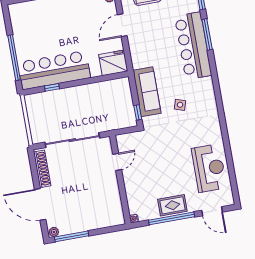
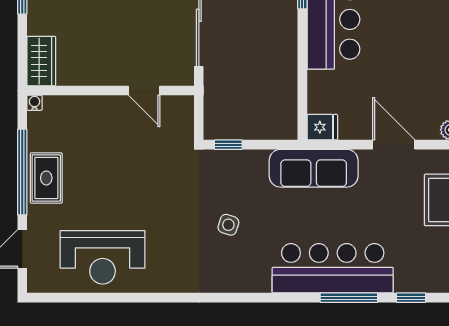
fridge: (113, 63) -> (322, 127), width x0.53, depth x0.75
sofa: (147, 92) -> (314, 168), moved
wardrobe: (111, 219) -> (41, 61), added

